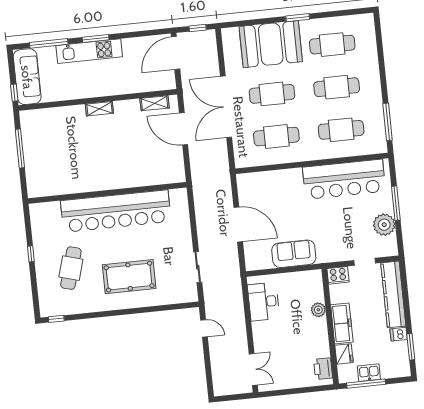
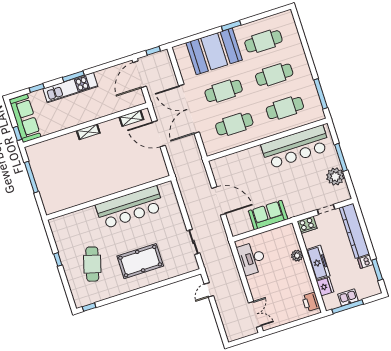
window: (49, 43) -> (37, 88), width x0.46
bar counter: (116, 211) -> (130, 207), width x0.73
door: (204, 328) -> (209, 290), swing flipped

